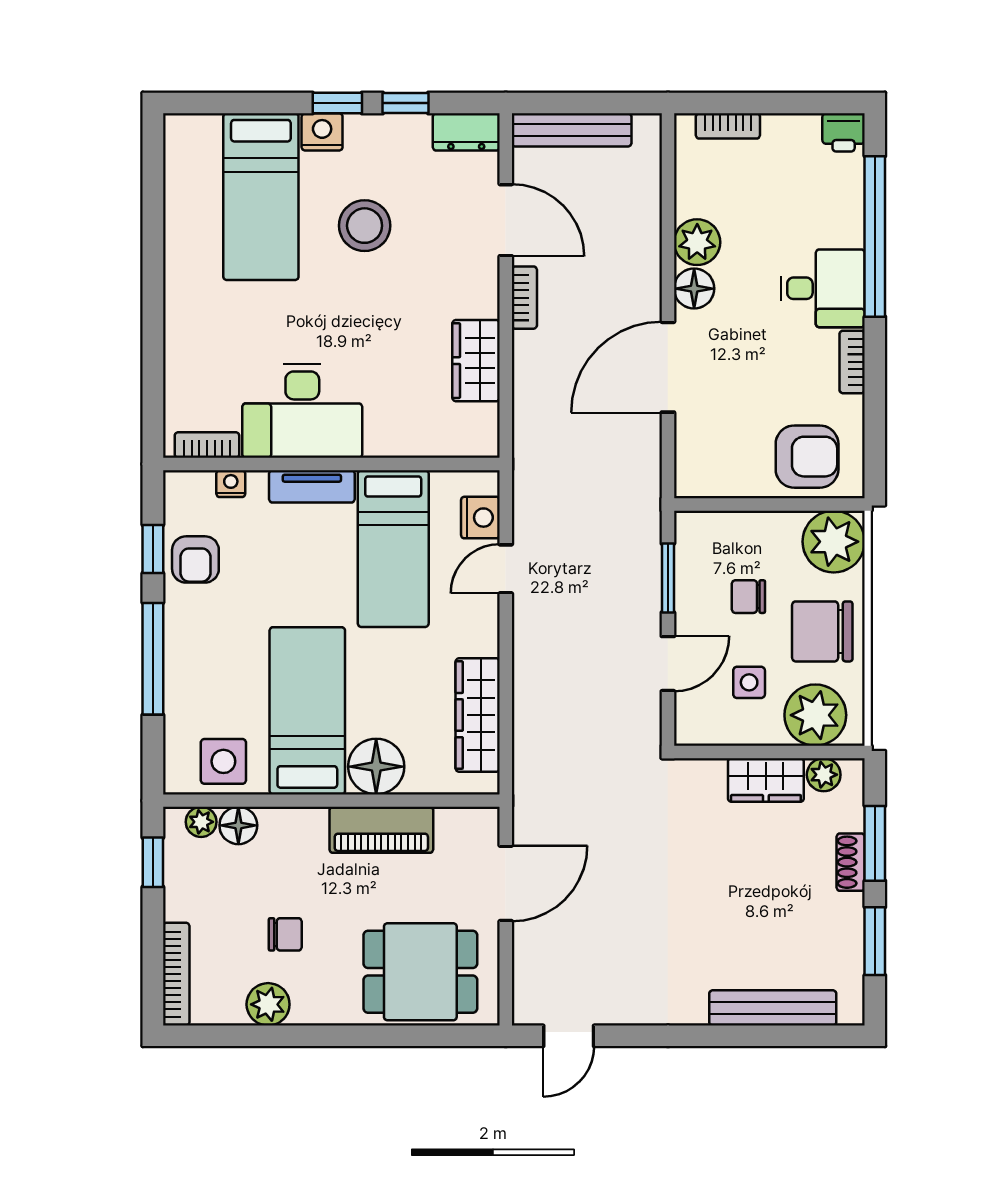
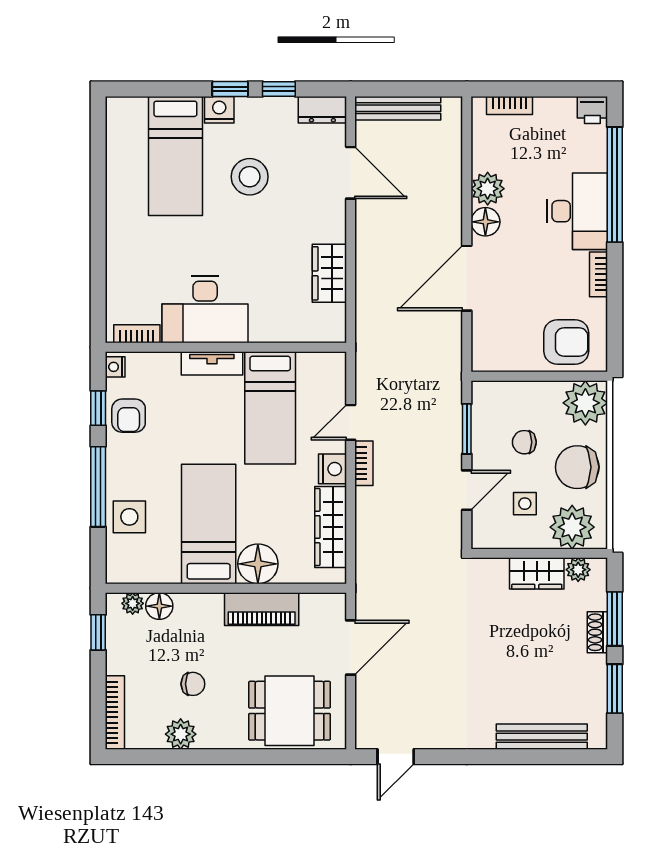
desk: (823, 288) -> (577, 211), width x1.37
bookcase: (524, 298) -> (364, 463), moved
nightstand: (231, 484) -> (115, 367), moved, turned -90
nightstand: (480, 518) -> (332, 469), moved
side table: (223, 761) -> (129, 517), moved

